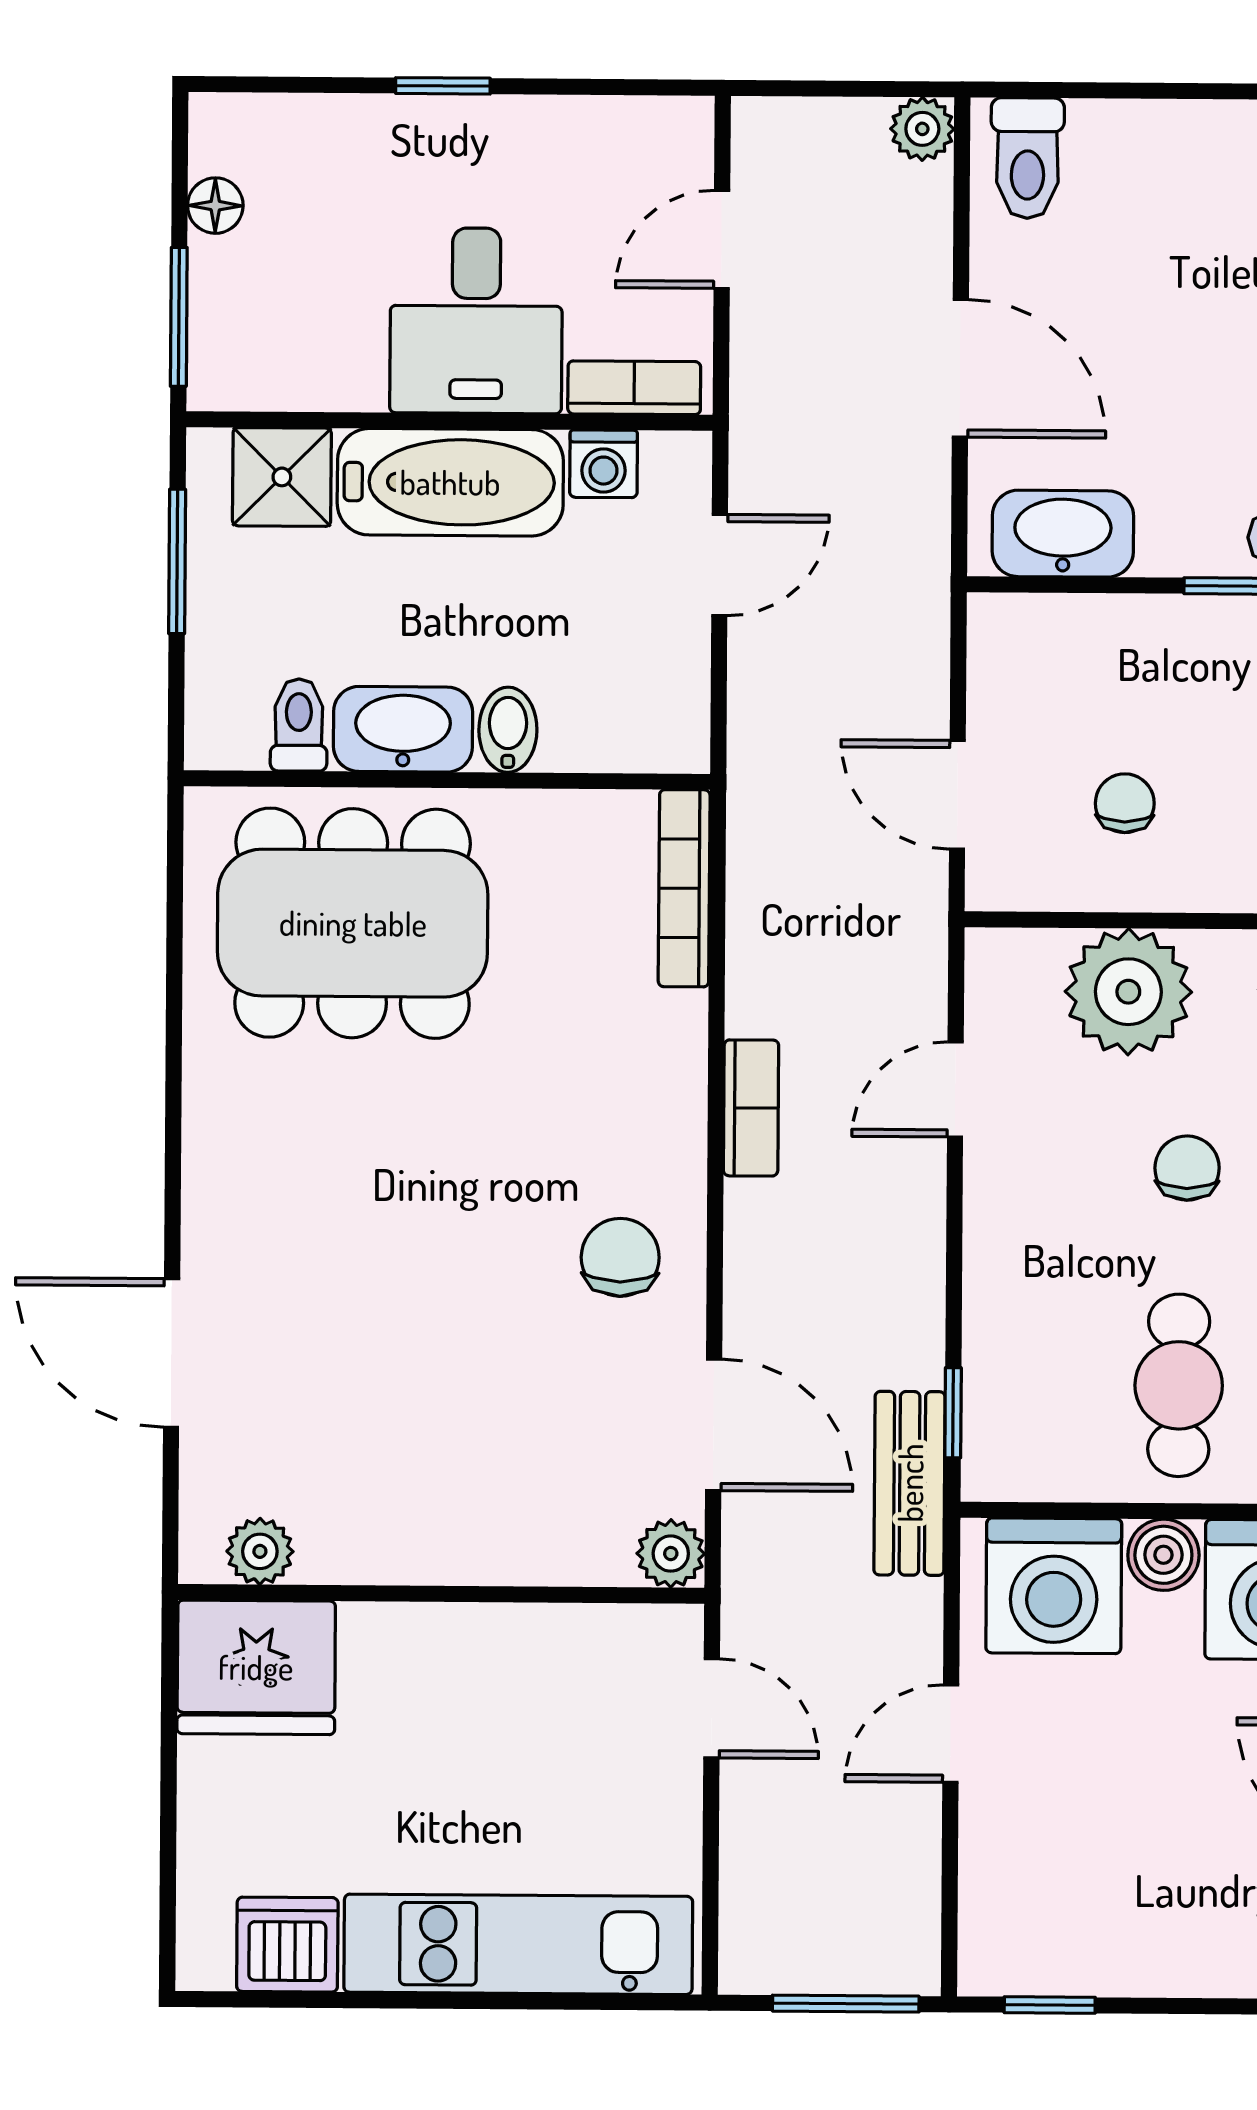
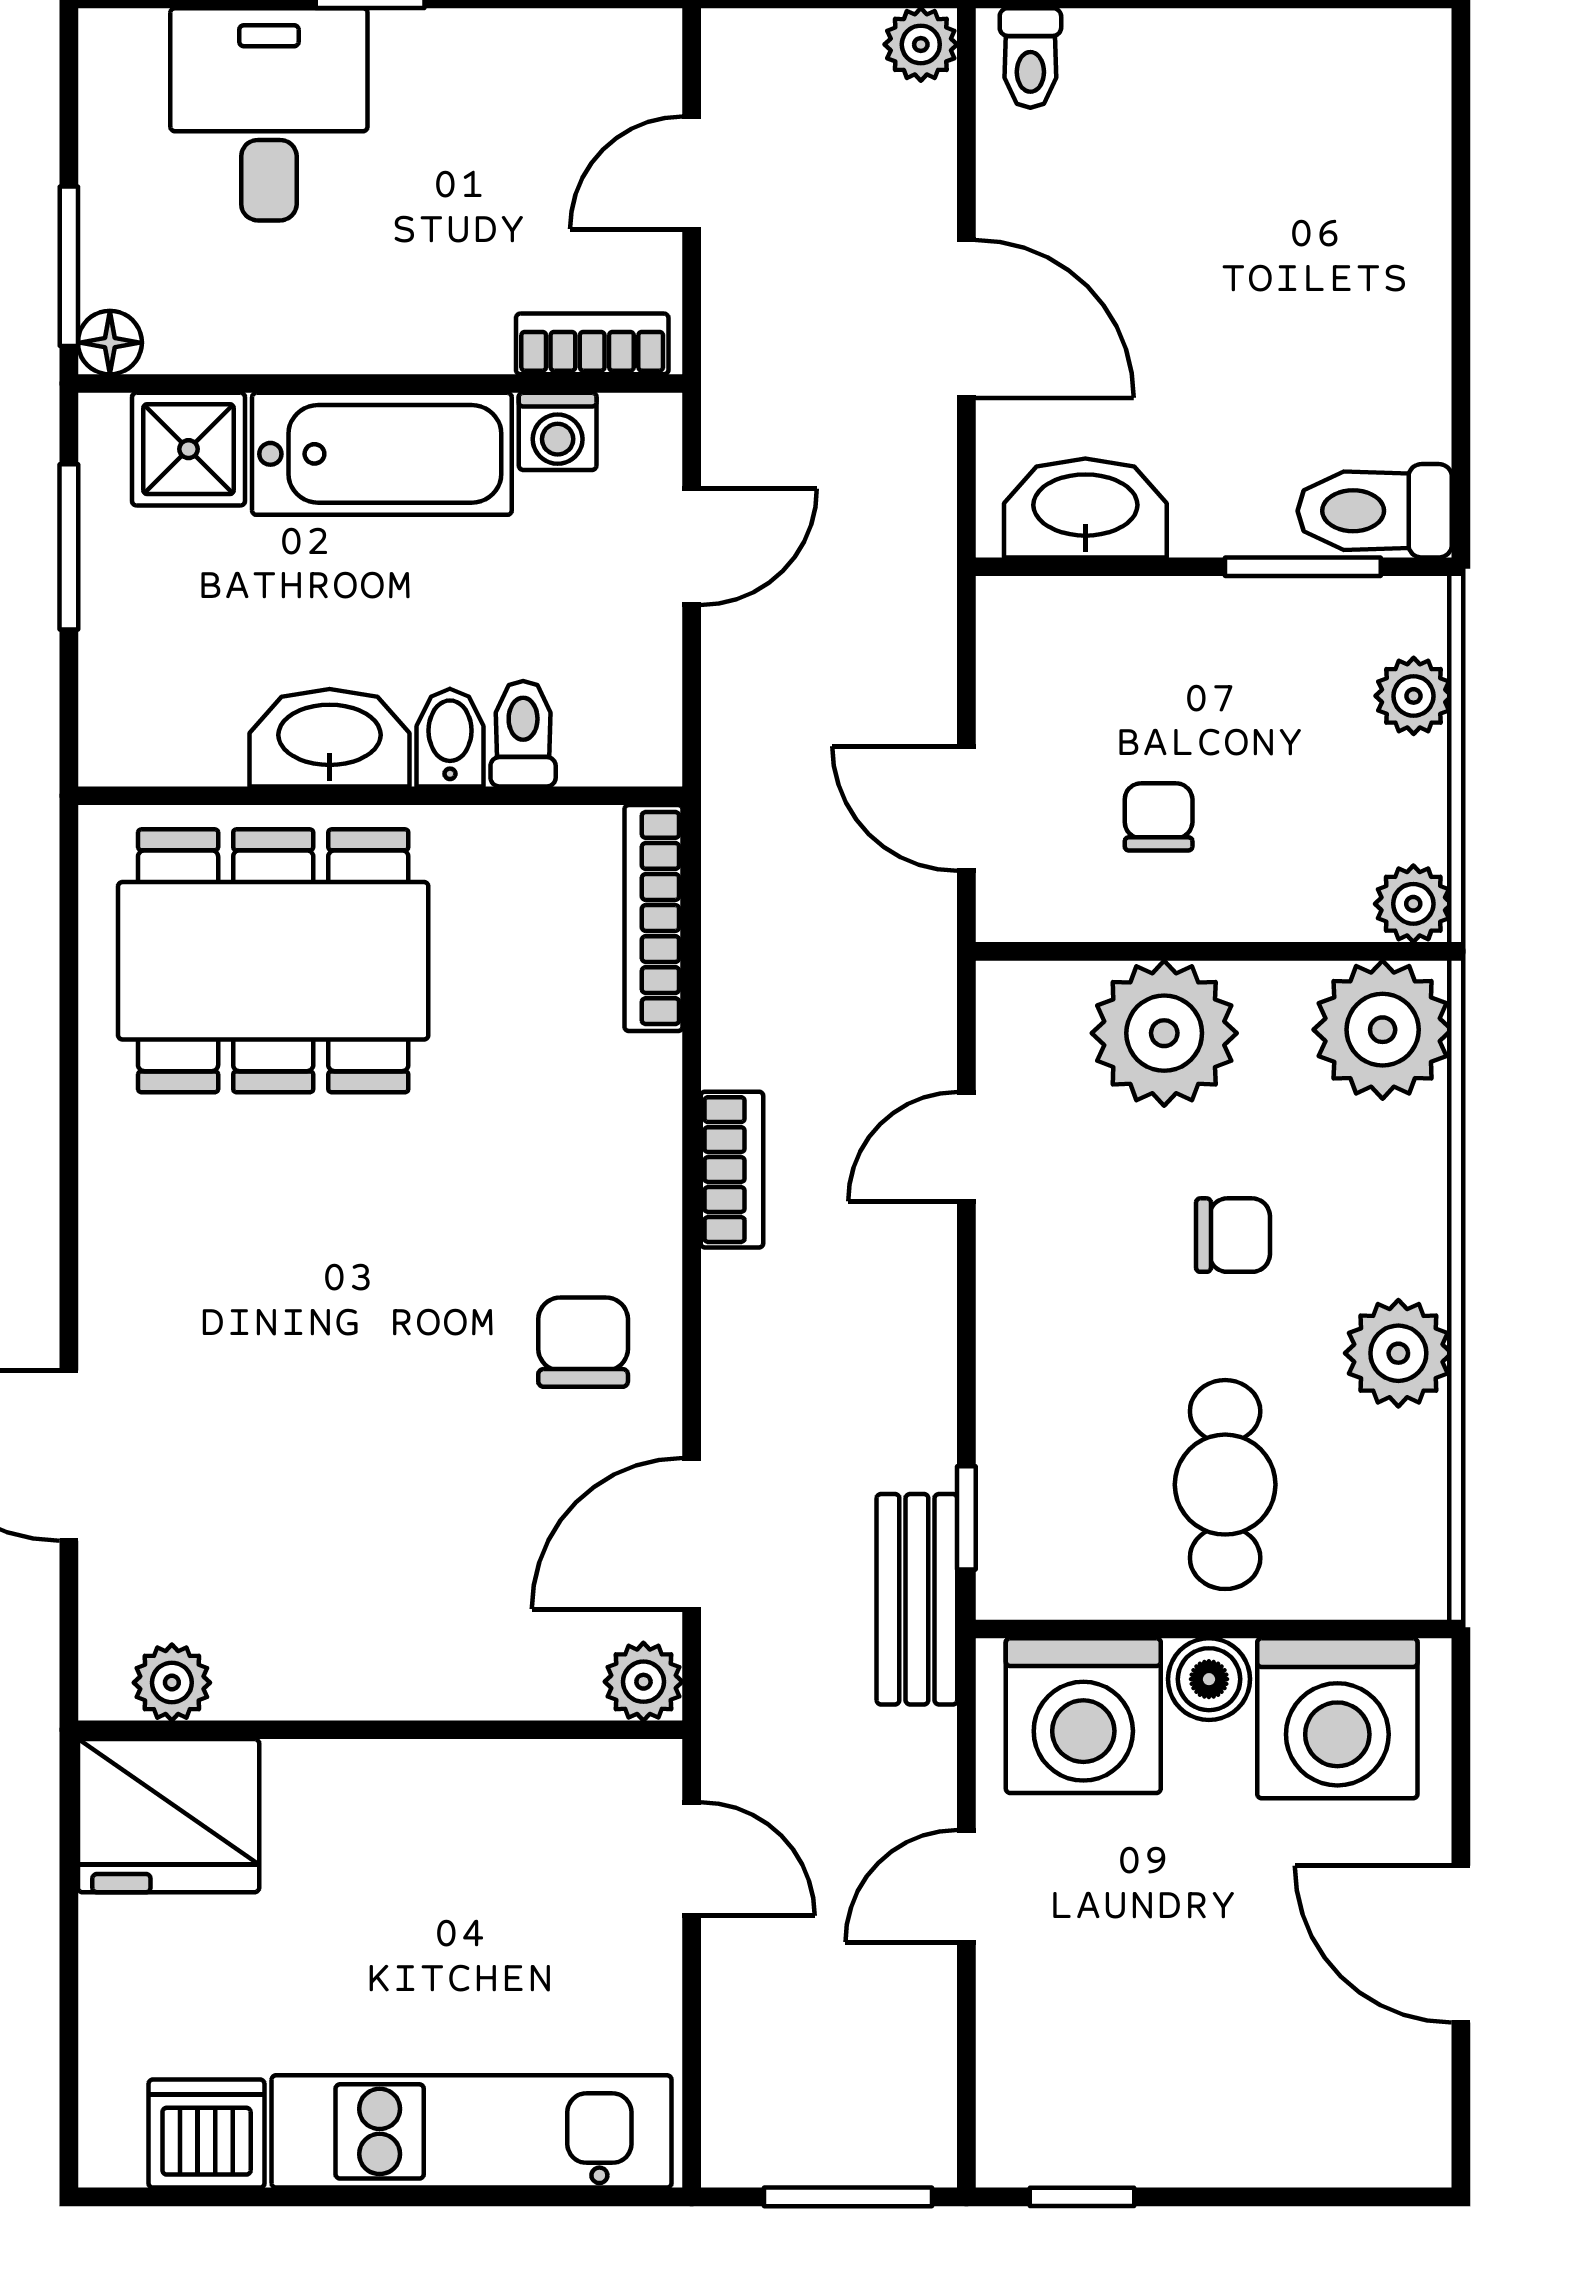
toilet: (1028, 158) -> (1030, 58), width x0.73, depth x0.72
floor lamp: (215, 206) -> (110, 343), moved
desk: (476, 321) -> (269, 114), moved, turned 180
toilet: (299, 725) -> (523, 734), moved
chair: (1187, 1168) -> (1233, 1235), turned 90
door: (714, 1425) -> (692, 1534), swing flipped

